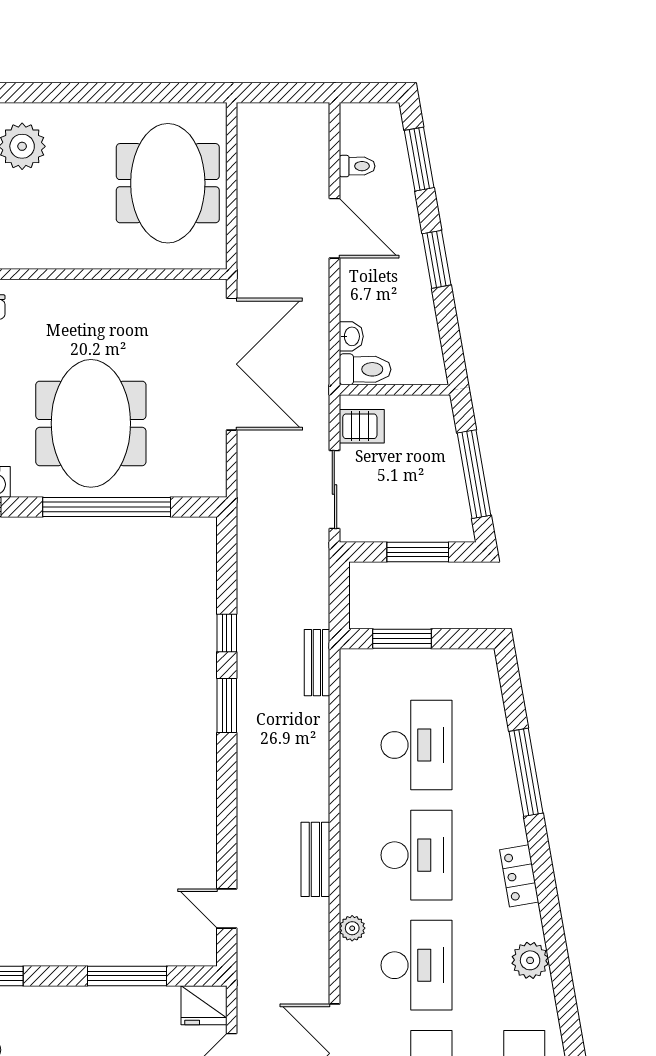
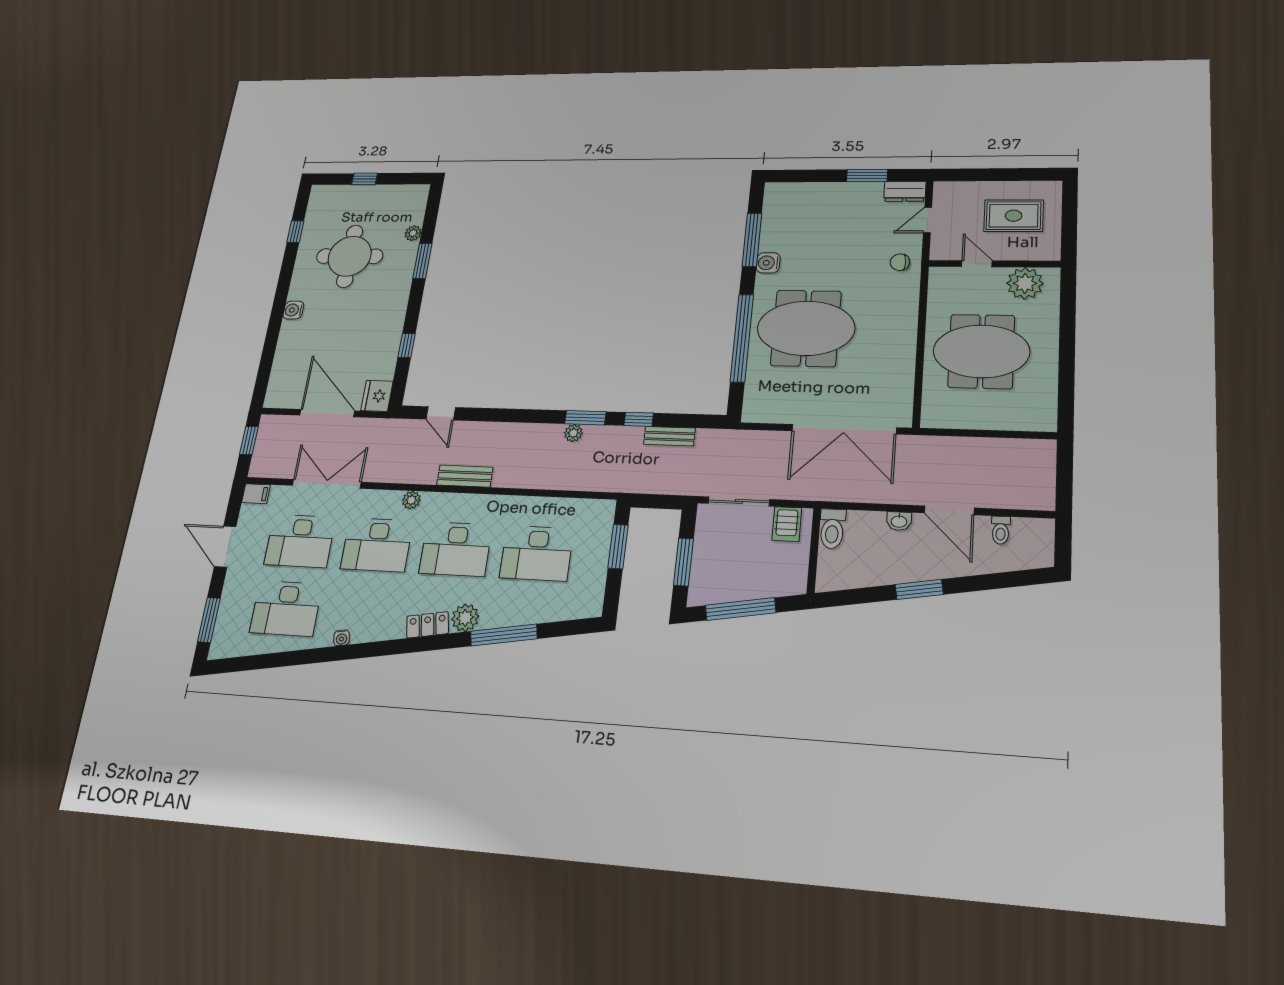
window: (419, 159) -> (1005, 580), removed
meeting table: (168, 183) -> (981, 351), moved
door: (334, 228) -> (949, 510), hinge flipped
washbasin: (351, 336) -> (899, 521), moved
bench: (317, 663) -> (669, 436), moved
plant: (249, 719) -> (573, 433), added
door: (227, 909) -> (441, 413), swing flipped
plant: (530, 960) -> (465, 618), moved
window: (127, 976) -> (407, 345), width x0.46
water cooler: (544, 990) -> (342, 638), added

